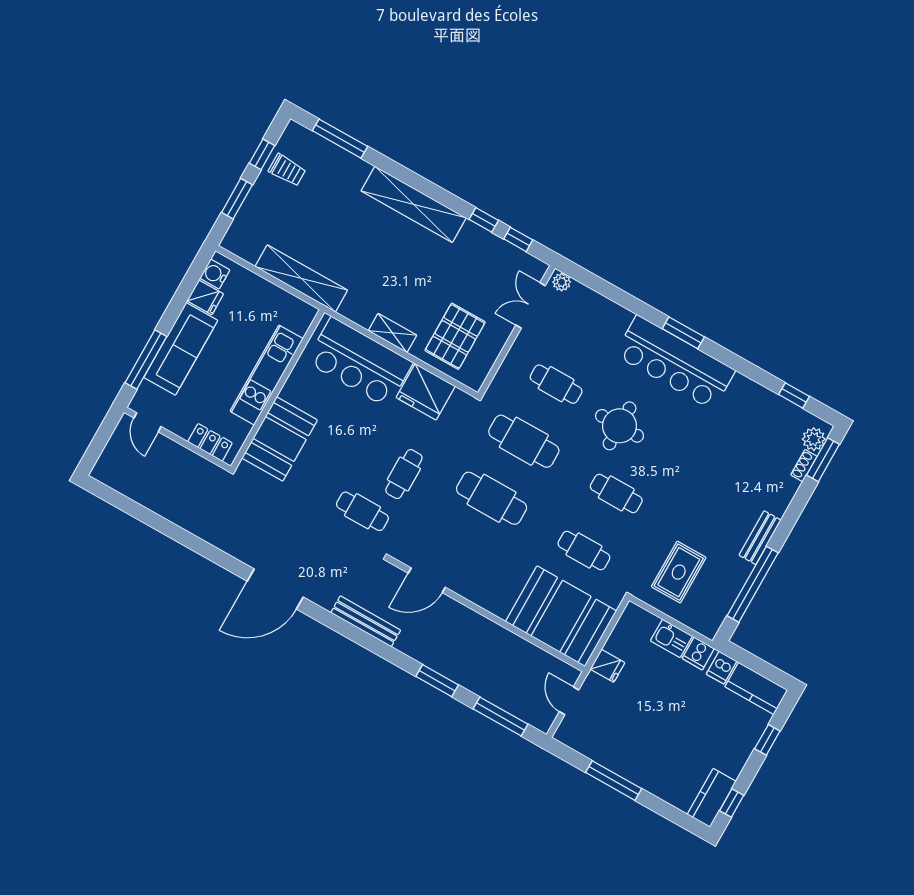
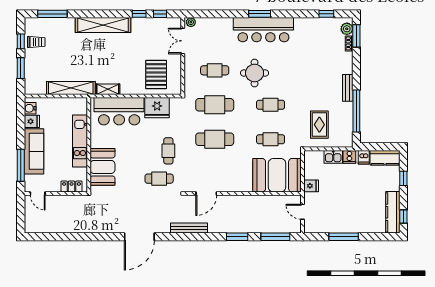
shelving: (392, 333) -> (108, 89), moved
kitchen counter: (712, 798) -> (393, 212), width x1.50

